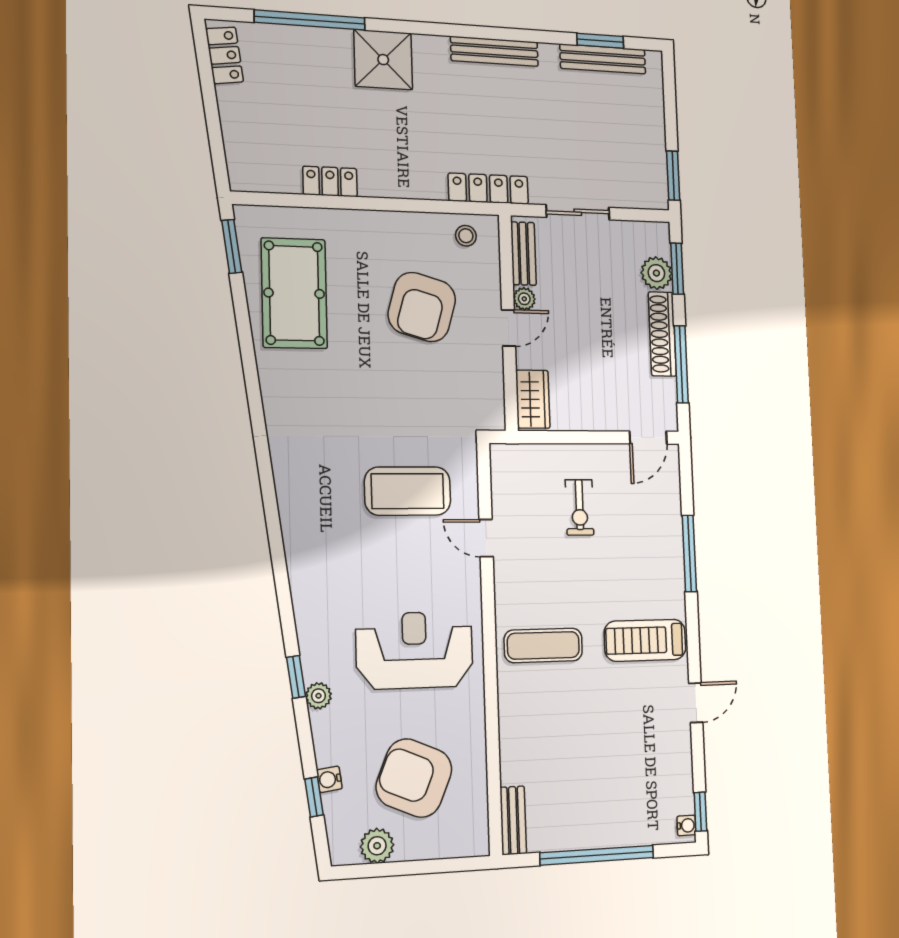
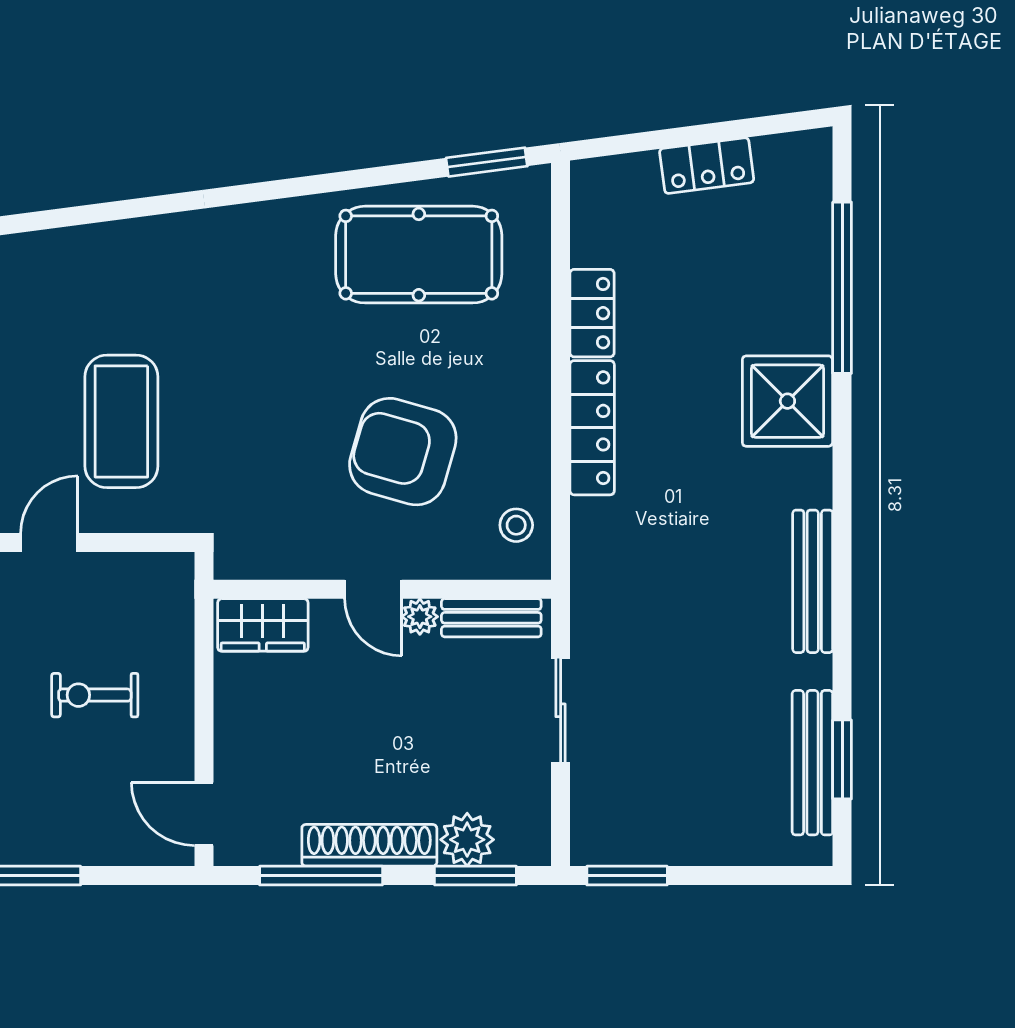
locker: (225, 55) -> (707, 166), moved
locker: (488, 189) -> (592, 428), moved

